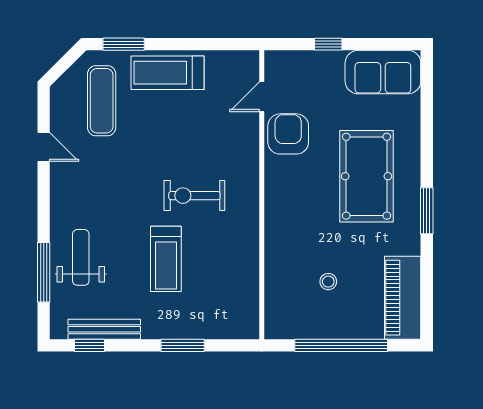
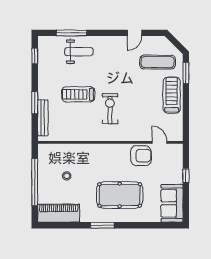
bench: (104, 329) -> (43, 118), moved

